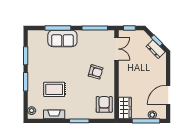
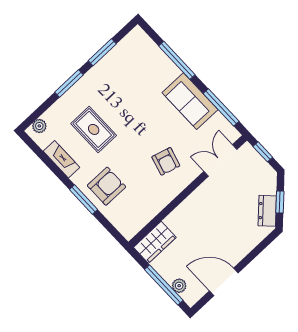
sofa: (62, 38) -> (190, 101), moved
double door: (116, 49) -> (220, 160), swing flipped
armchair: (104, 104) -> (107, 186), moved

